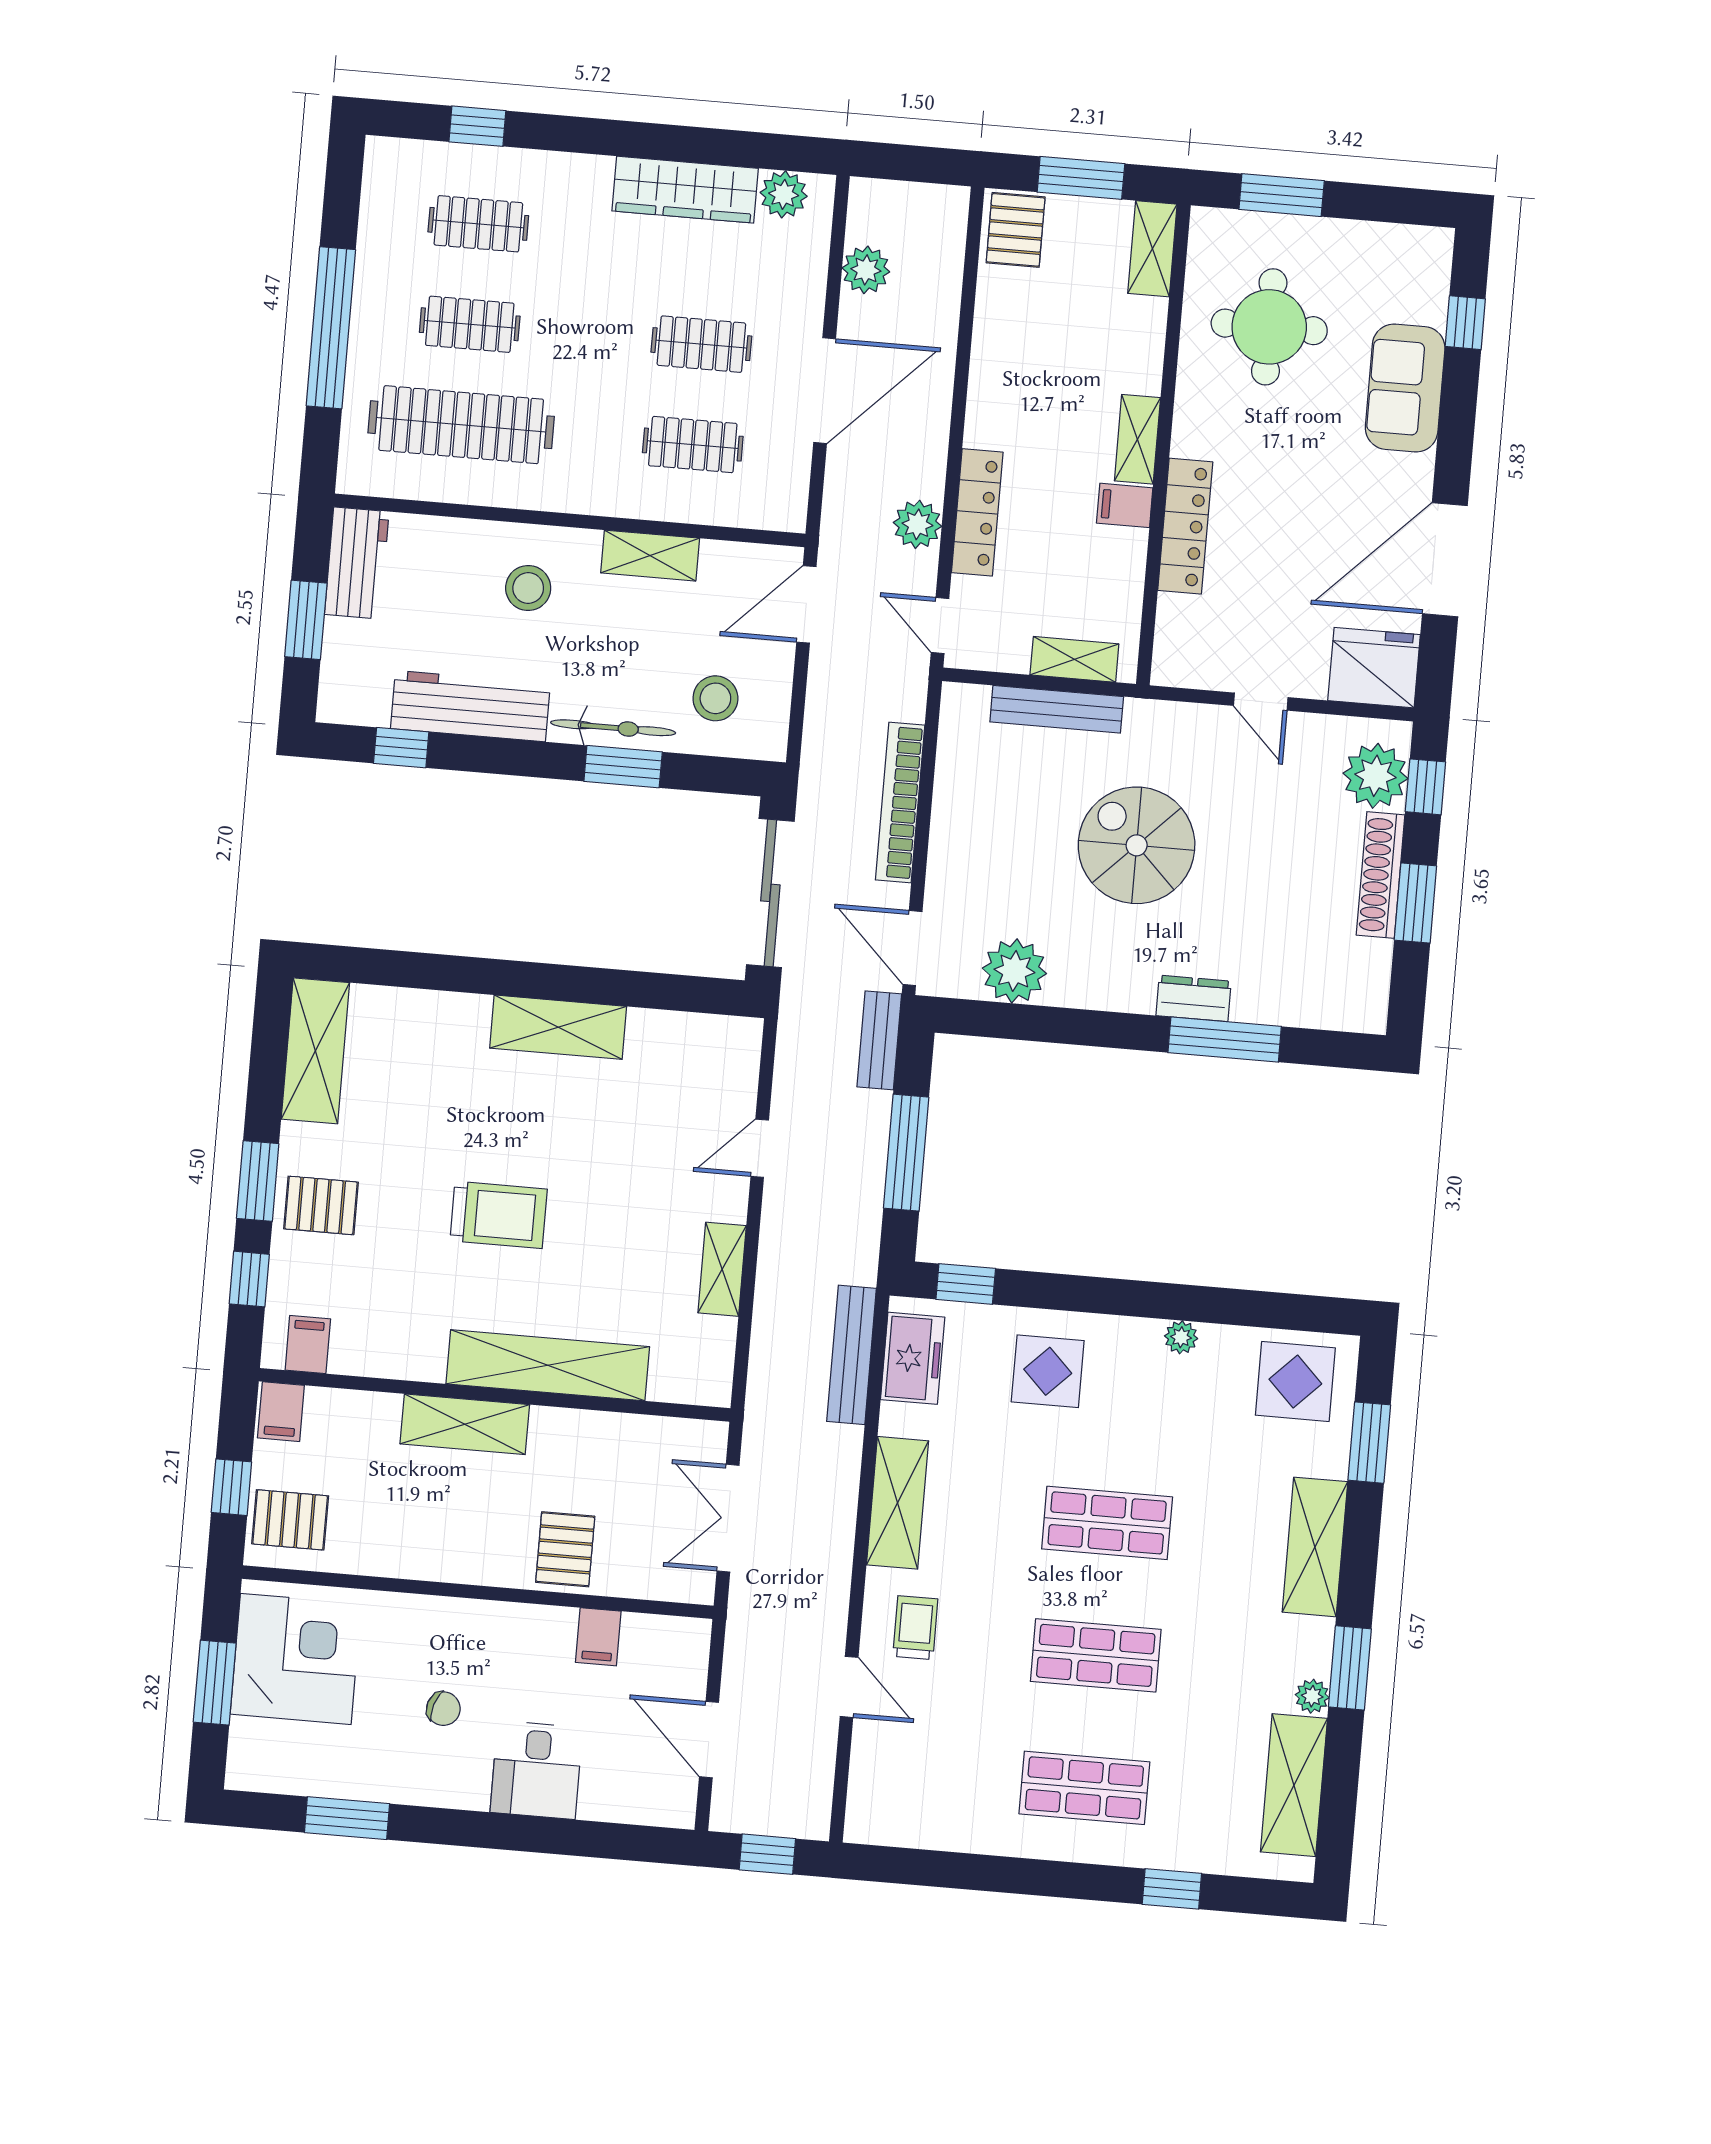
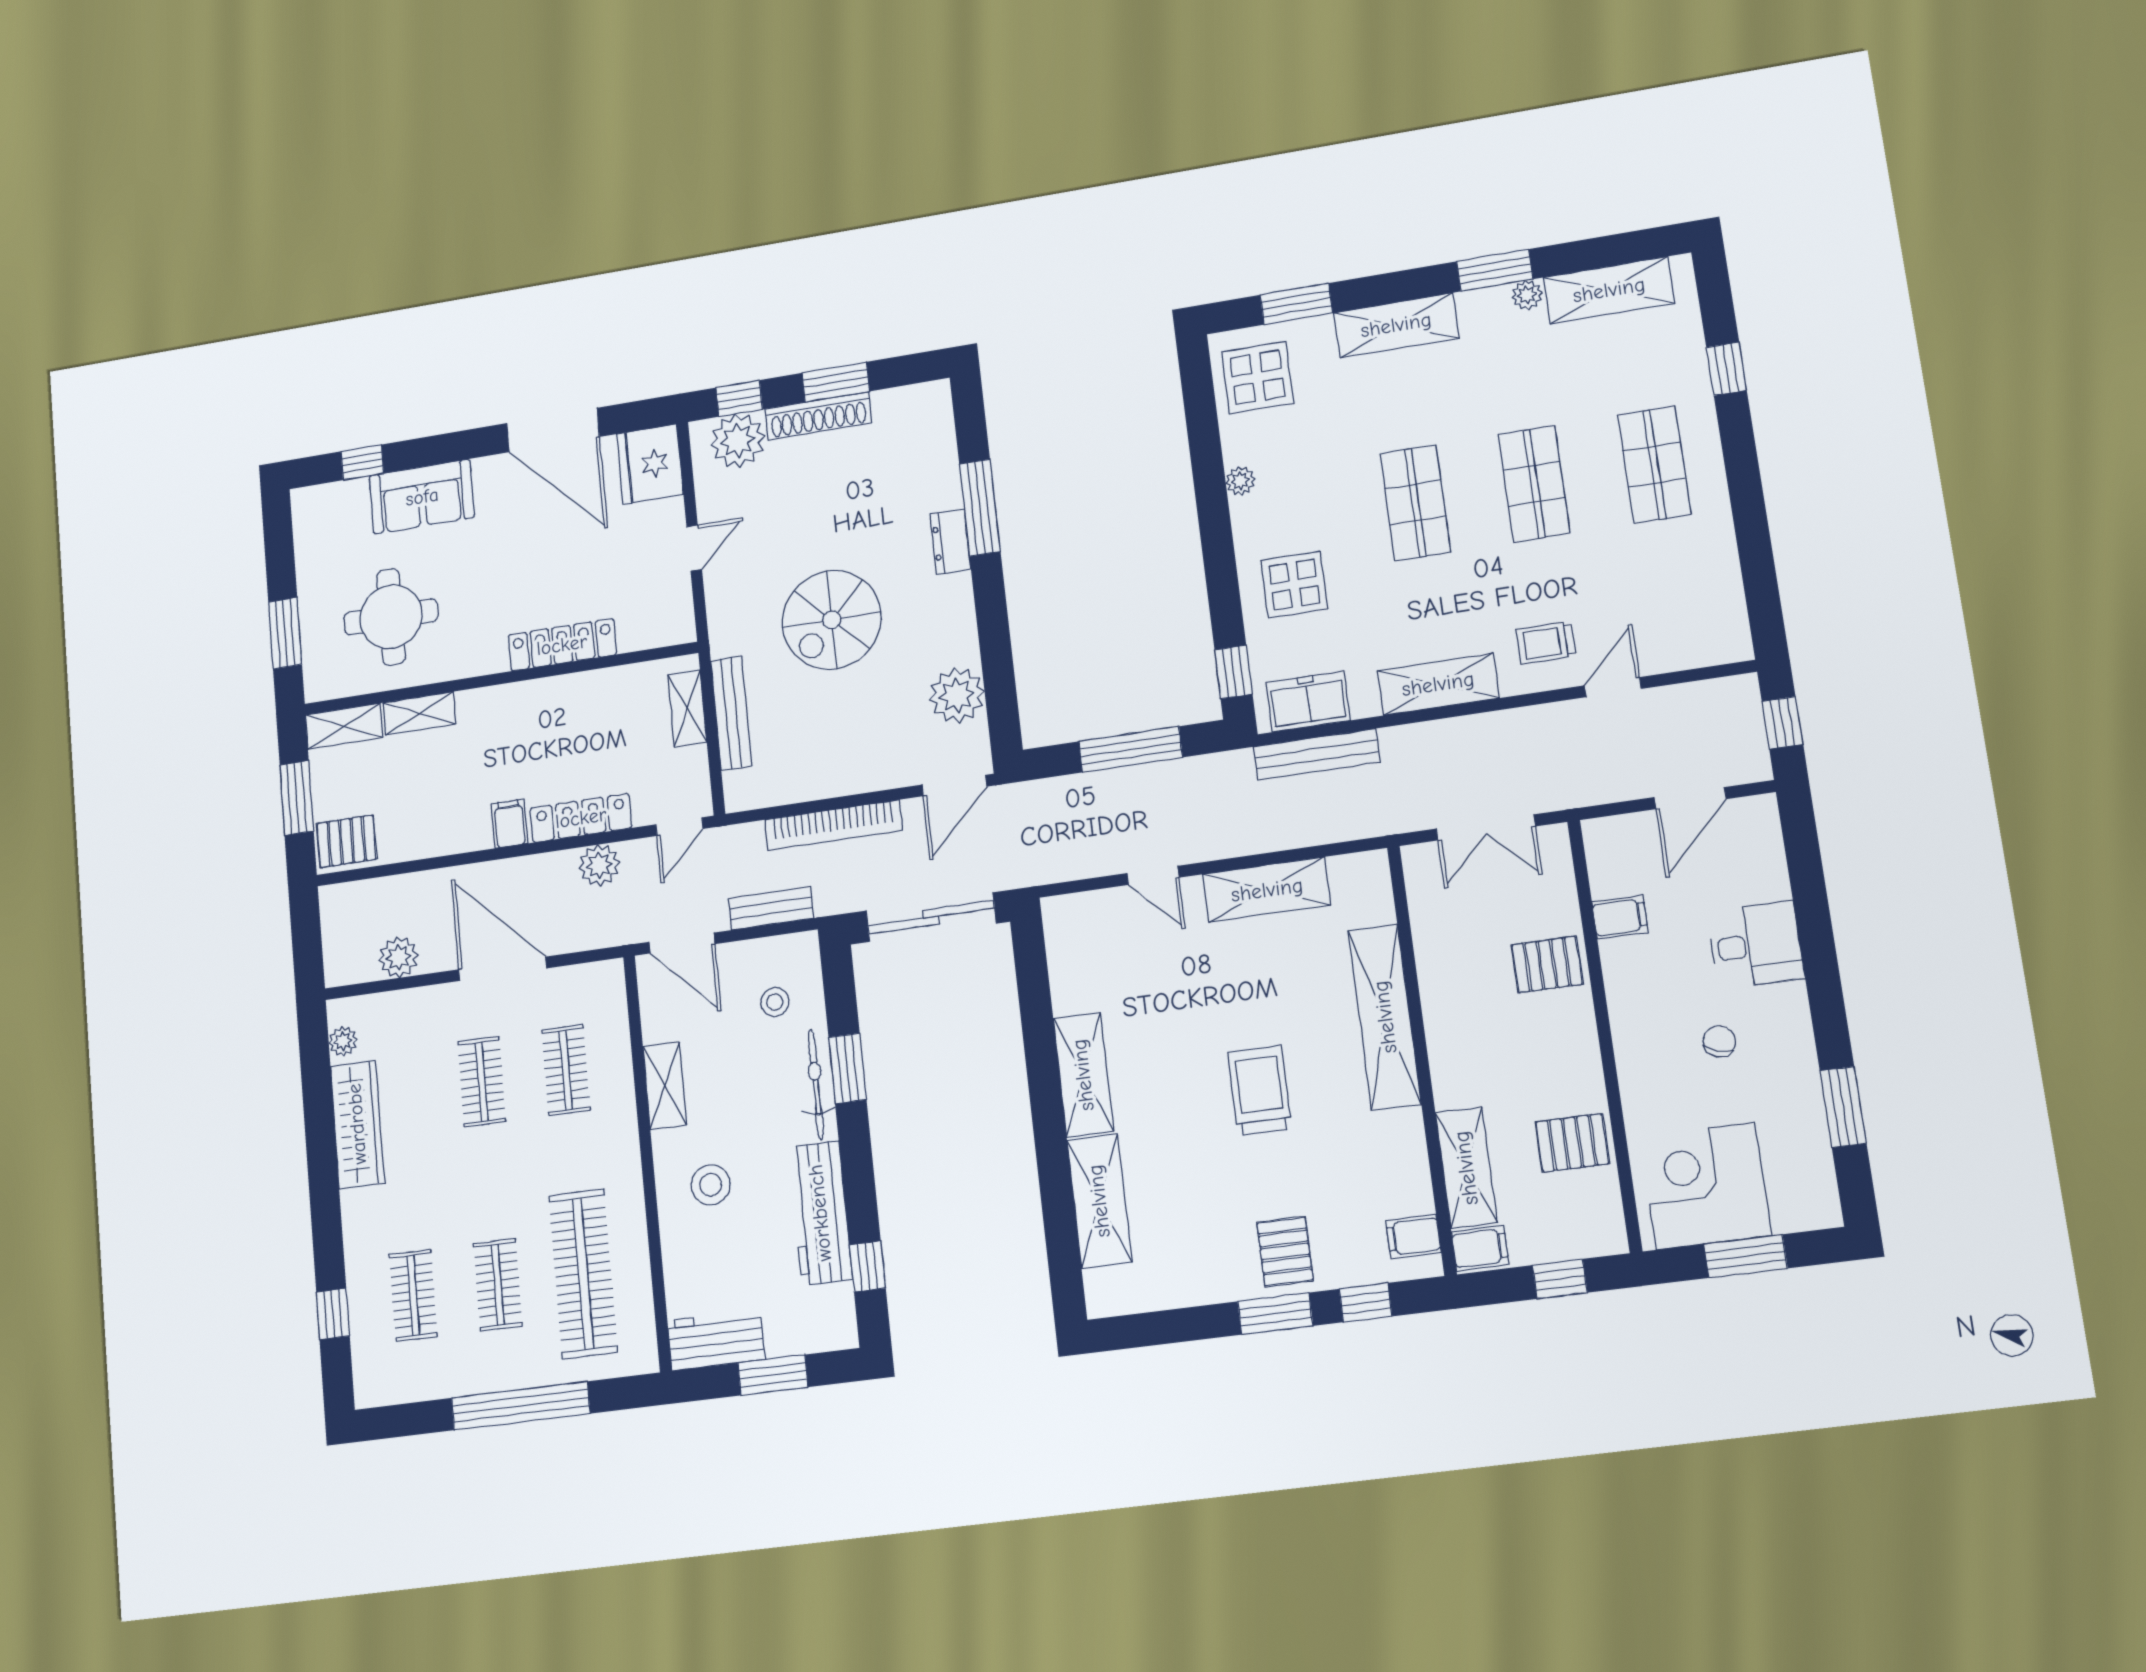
plant: (784, 194) -> (343, 1041), width x0.73, depth x0.73
shelving: (1137, 439) -> (419, 713), moved
filing cabinet: (1125, 505) -> (510, 824), moved, turned 180
stool: (715, 698) -> (775, 1002), width x0.73, depth x0.73
bench: (879, 1040) -> (771, 908), moved
shelving: (315, 1051) -> (1099, 1201), moved, turned 90
shelving: (722, 1269) -> (1267, 890), width x1.50, depth x1.33
shelving: (465, 1424) -> (1466, 1168), moved
pallet: (290, 1520) -> (1572, 1143), moved, turned 90

